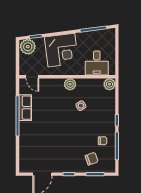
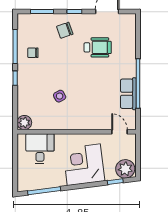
plant: (70, 84) -> (73, 122), removed
wheelchair: (50, 145) -> (98, 47), added
chair: (92, 159) -> (65, 30), moved

